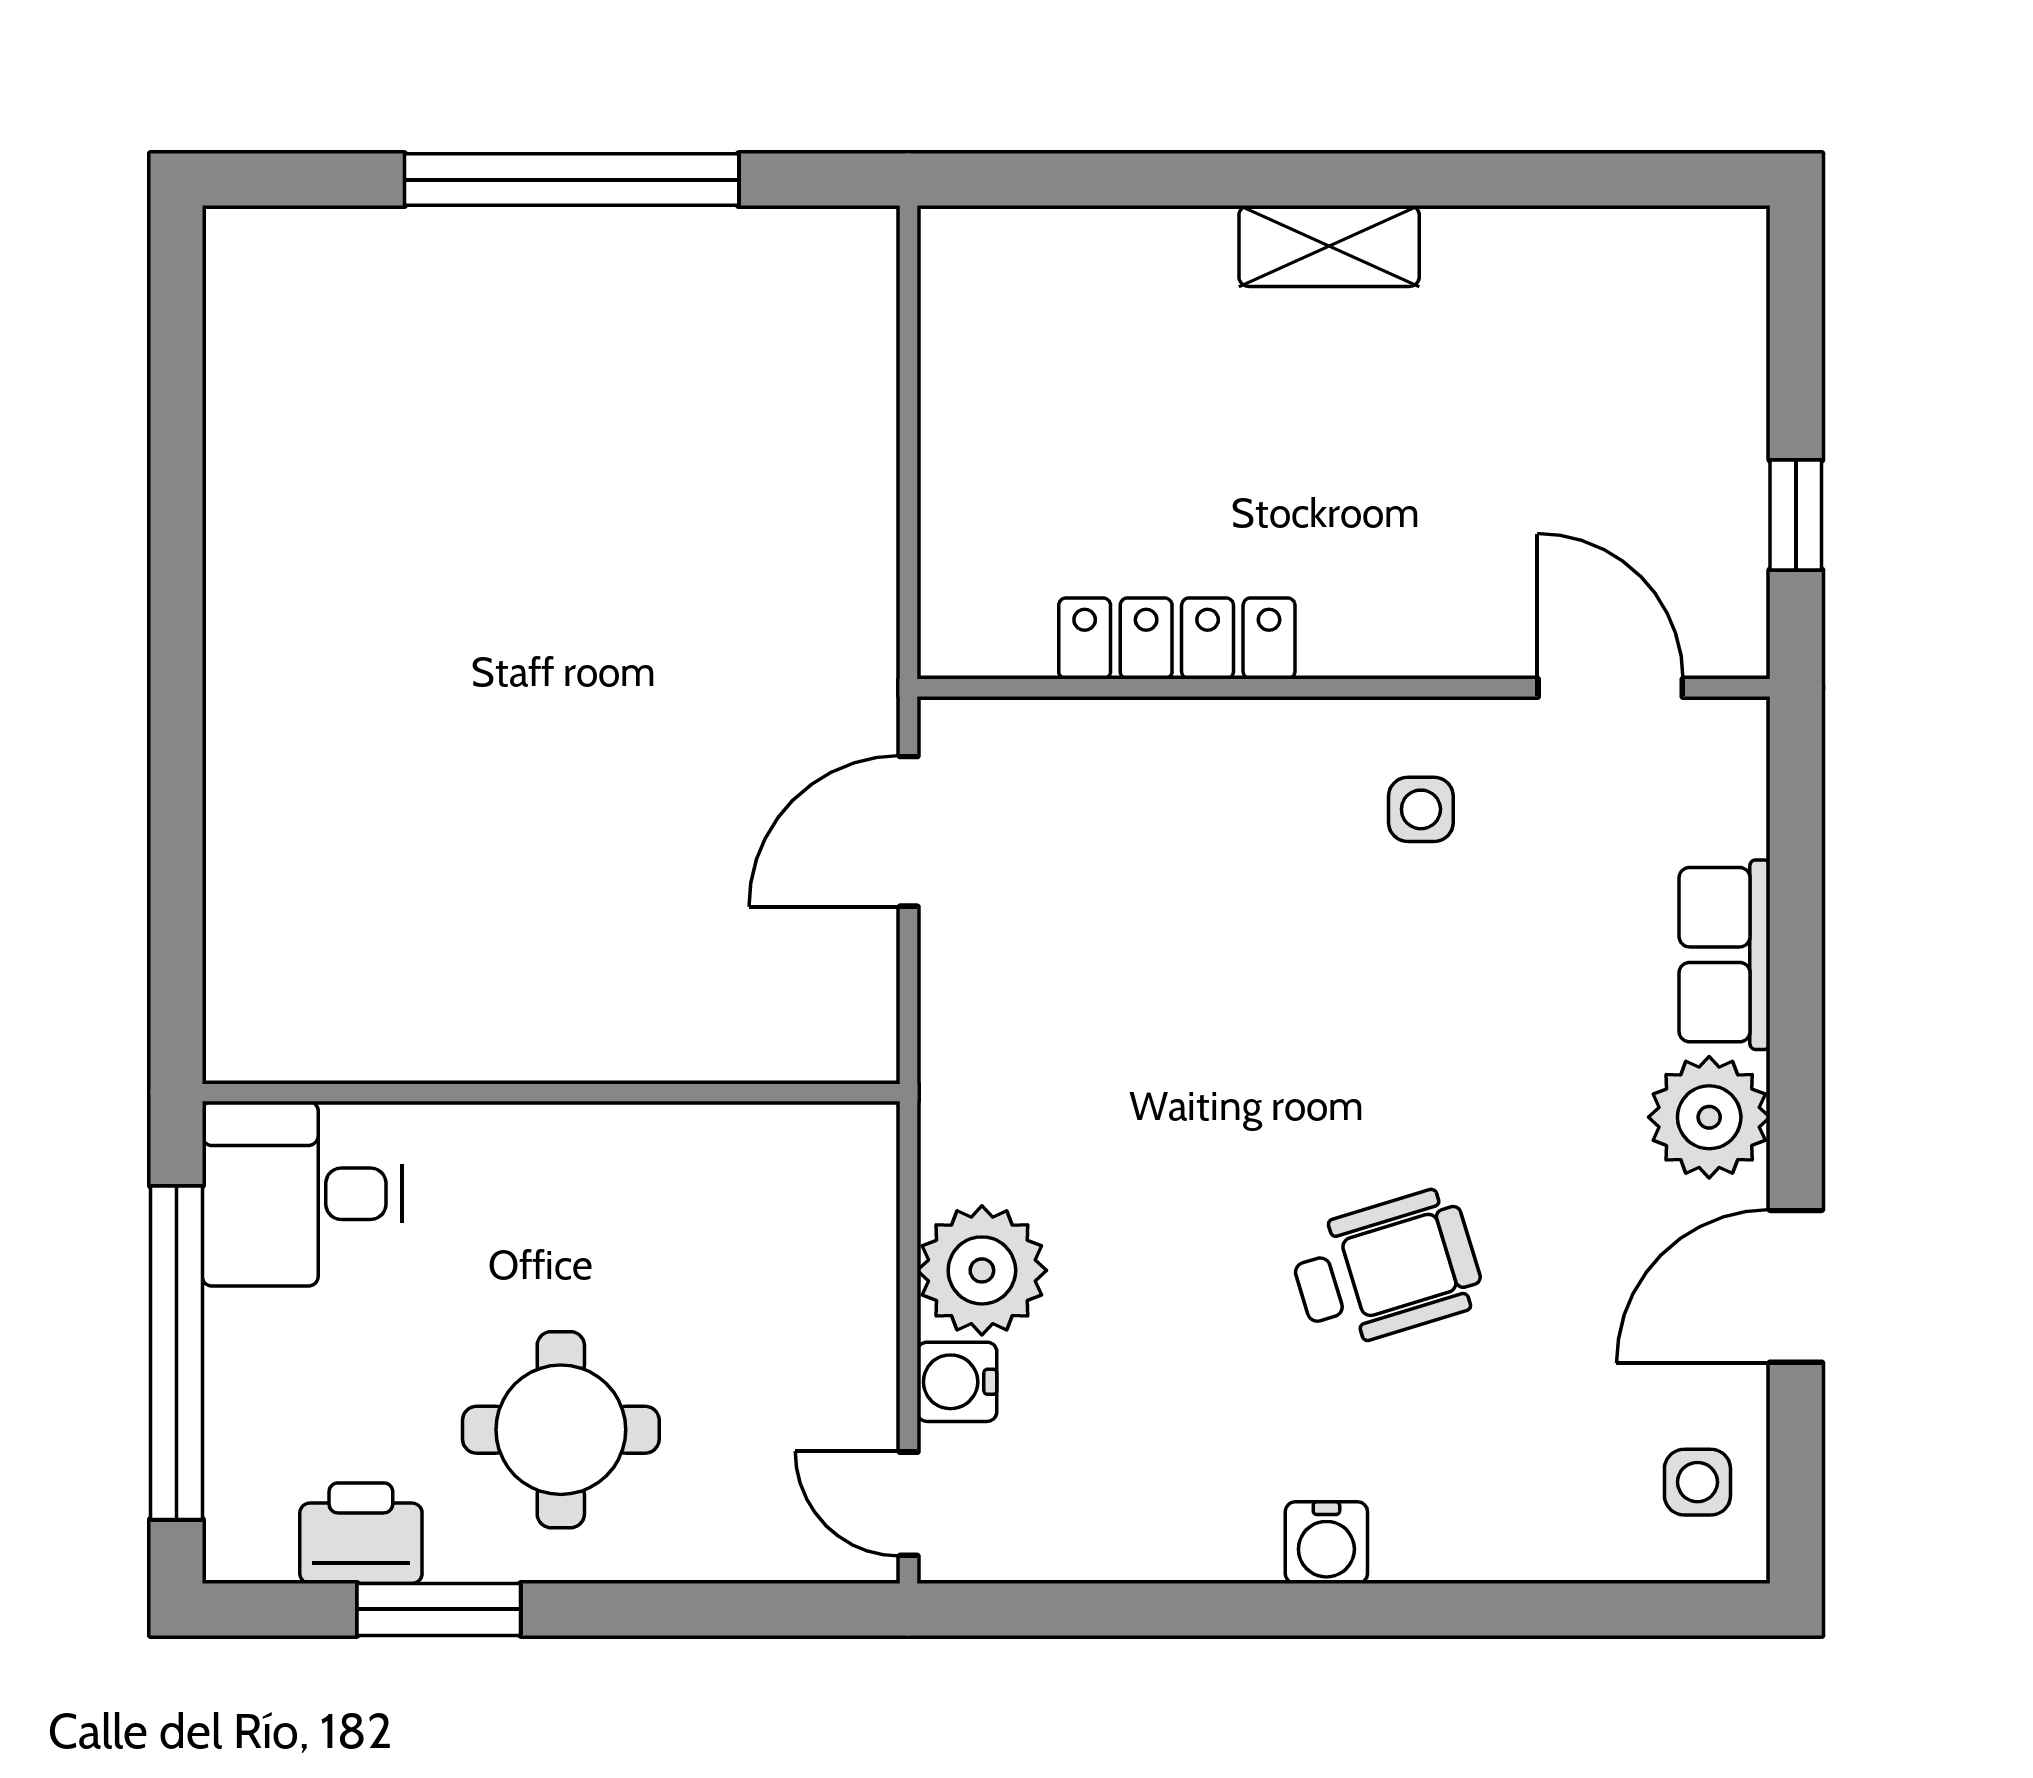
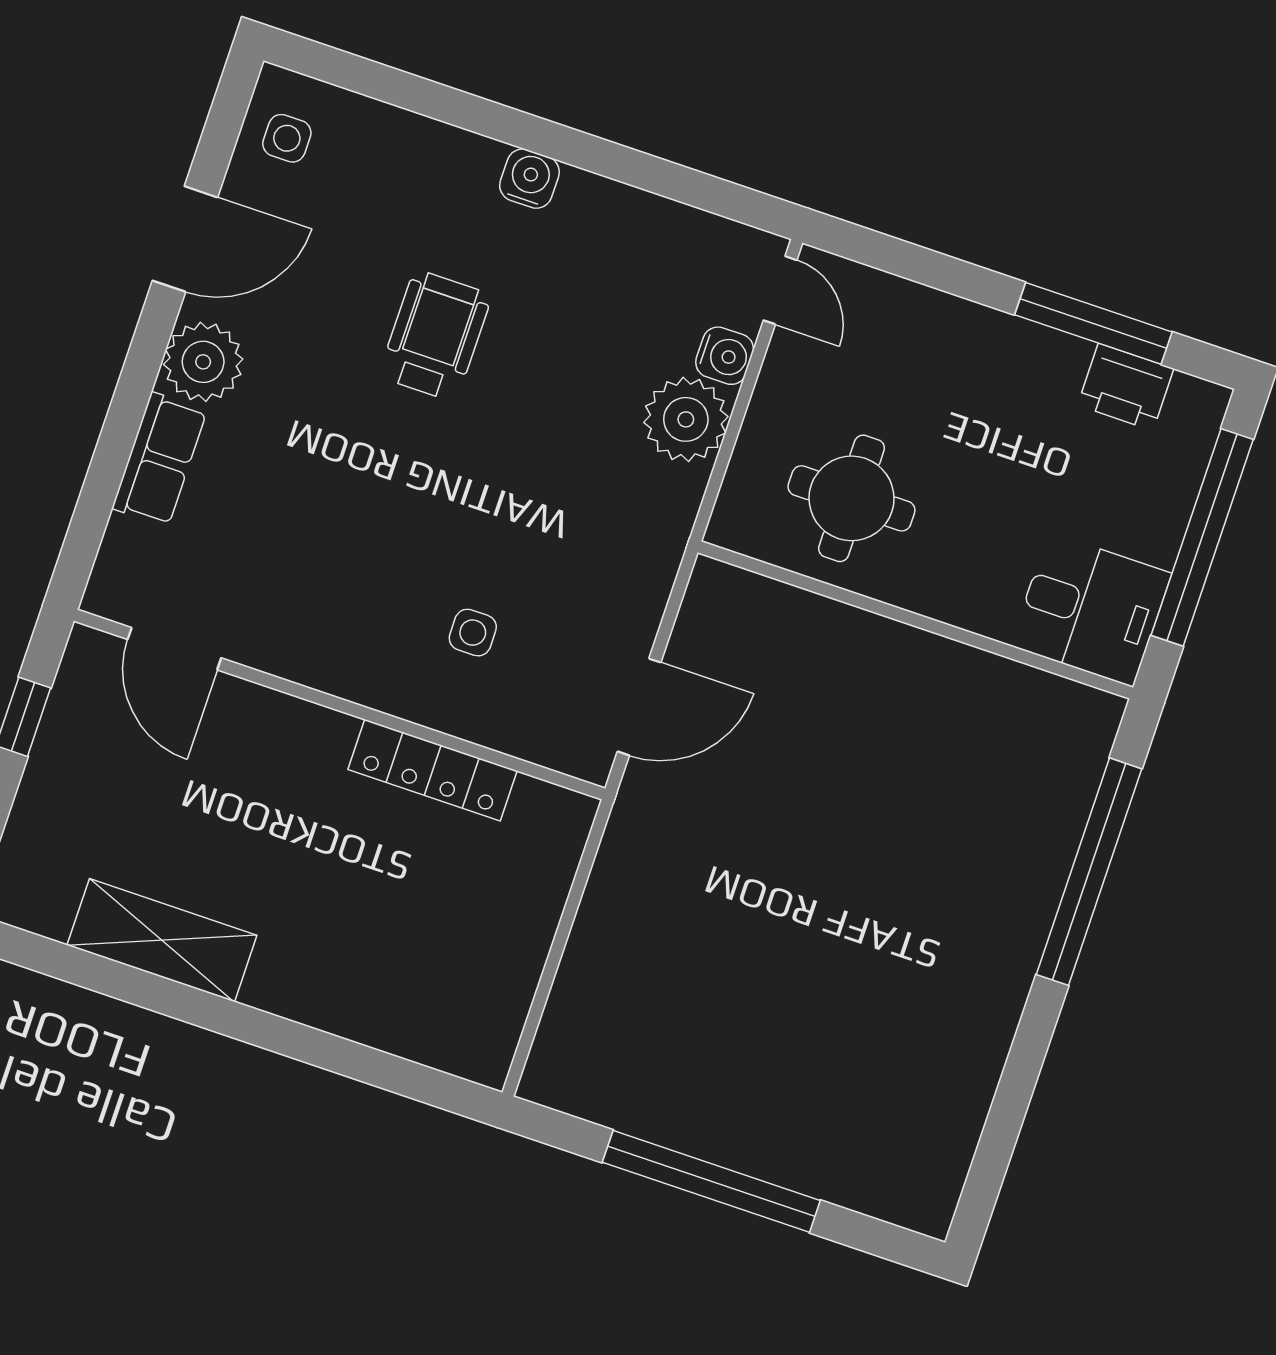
shelving: (1329, 246) -> (162, 940), moved, width x1.50, depth x1.33
side table: (1421, 809) -> (473, 633), moved
window: (176, 813) -> (1089, 872), added
wheelchair: (1386, 1269) -> (435, 336), turned 107
round table: (561, 1430) -> (852, 498), moved
window: (439, 1609) -> (1093, 323), width x1.44

